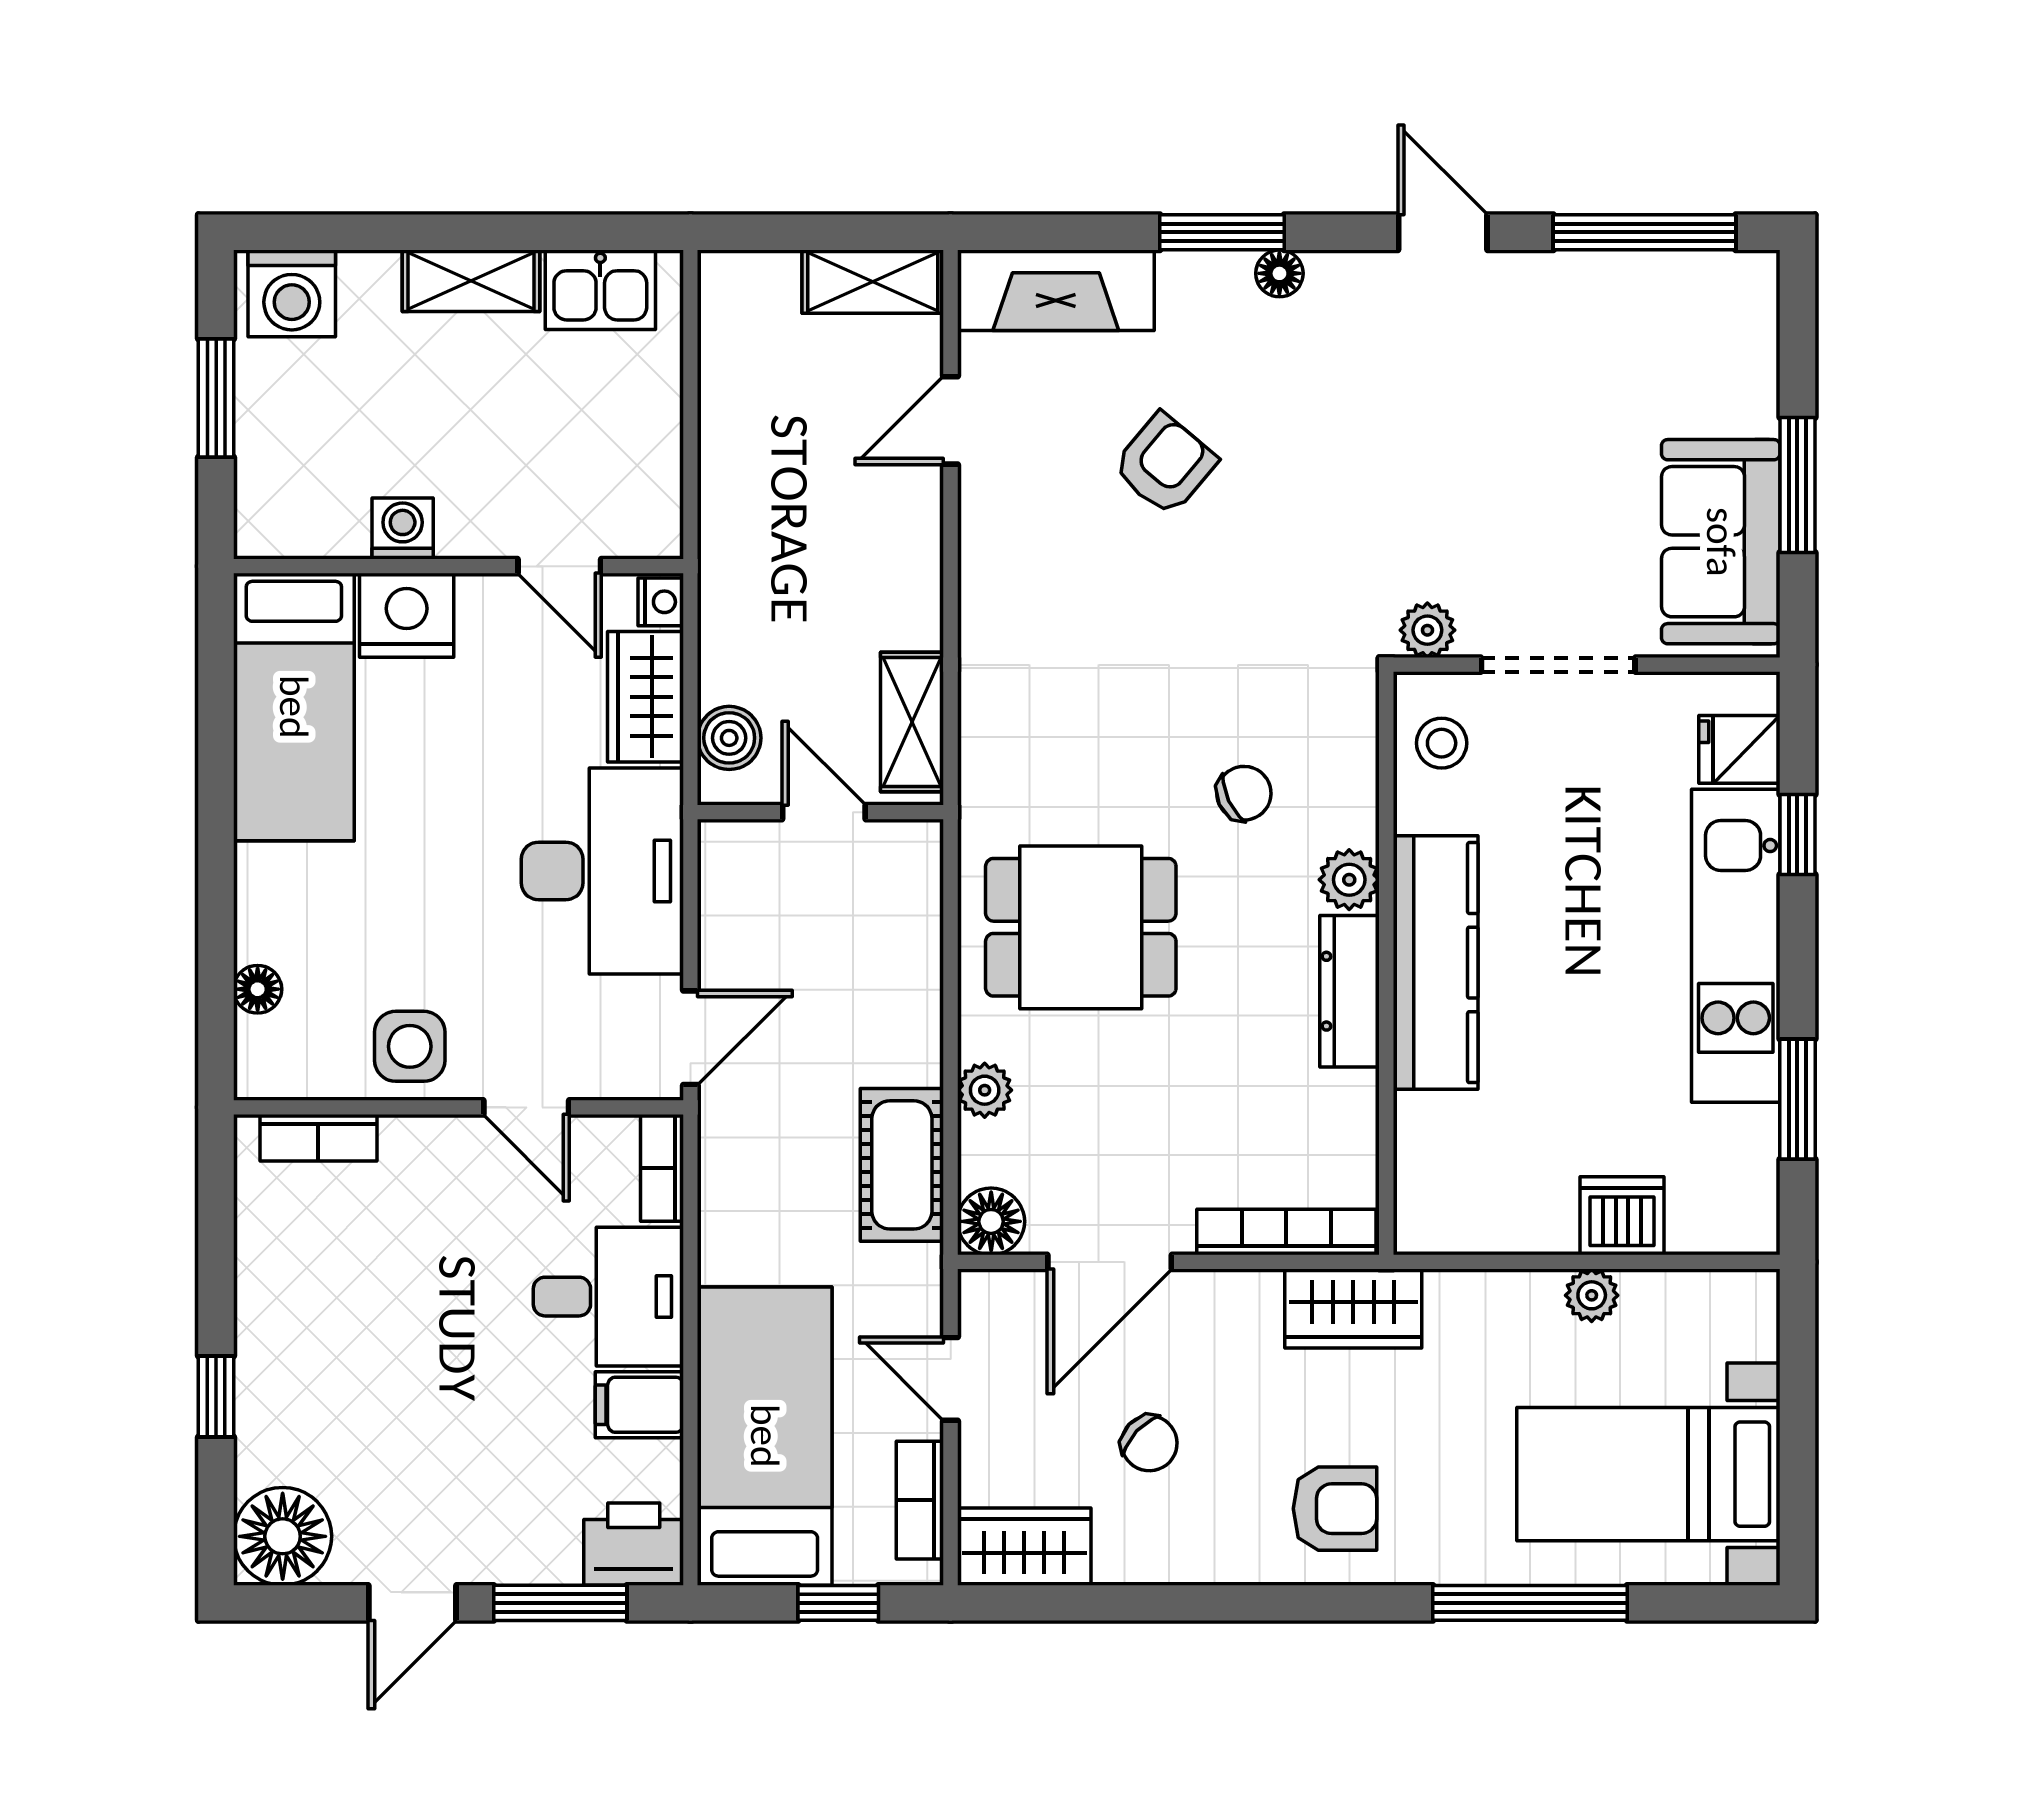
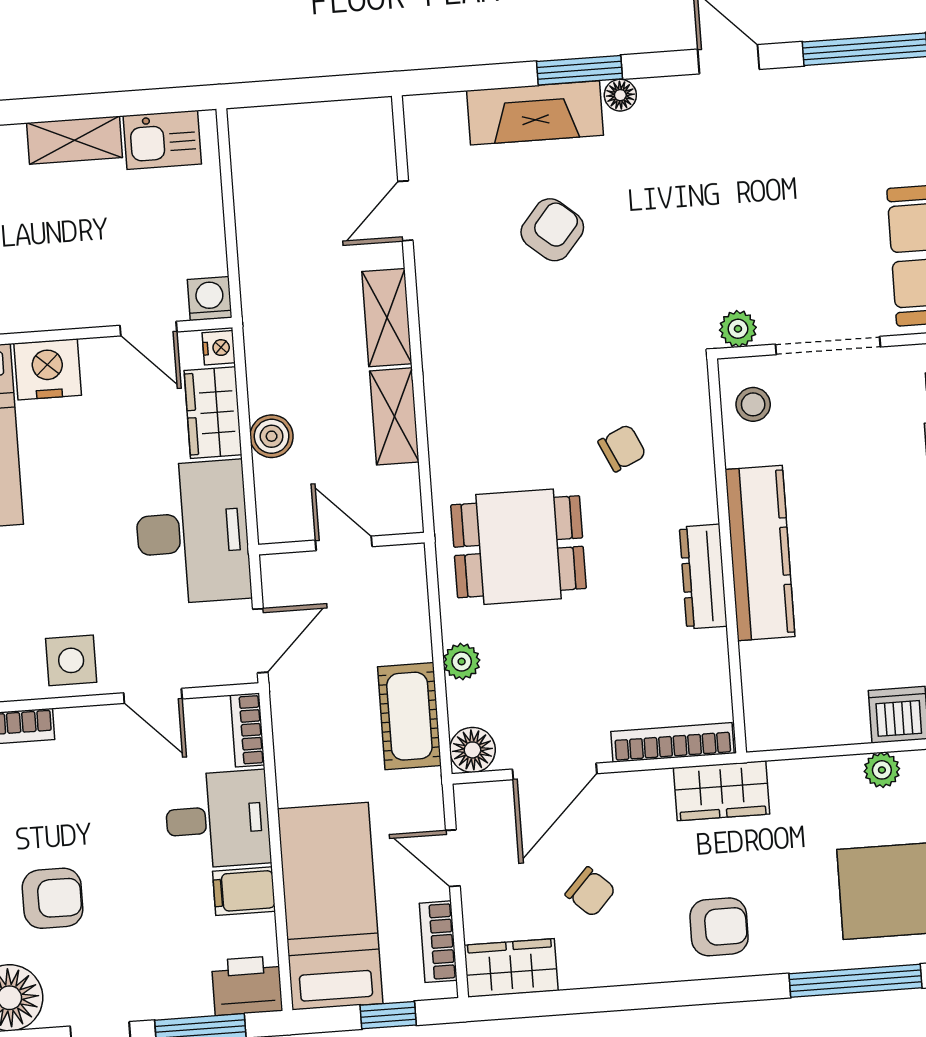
shelving: (873, 282) -> (387, 318), moved, turned 90
fireplace: (1056, 290) -> (535, 113), moved
washing machine: (403, 529) -> (210, 299), moved
wall: (820, 812) -> (341, 544), moved
door: (824, 812) -> (344, 543), moved
plant: (1349, 880) -> (697, 501), removed
armchair: (357, 1394) -> (53, 898), added

